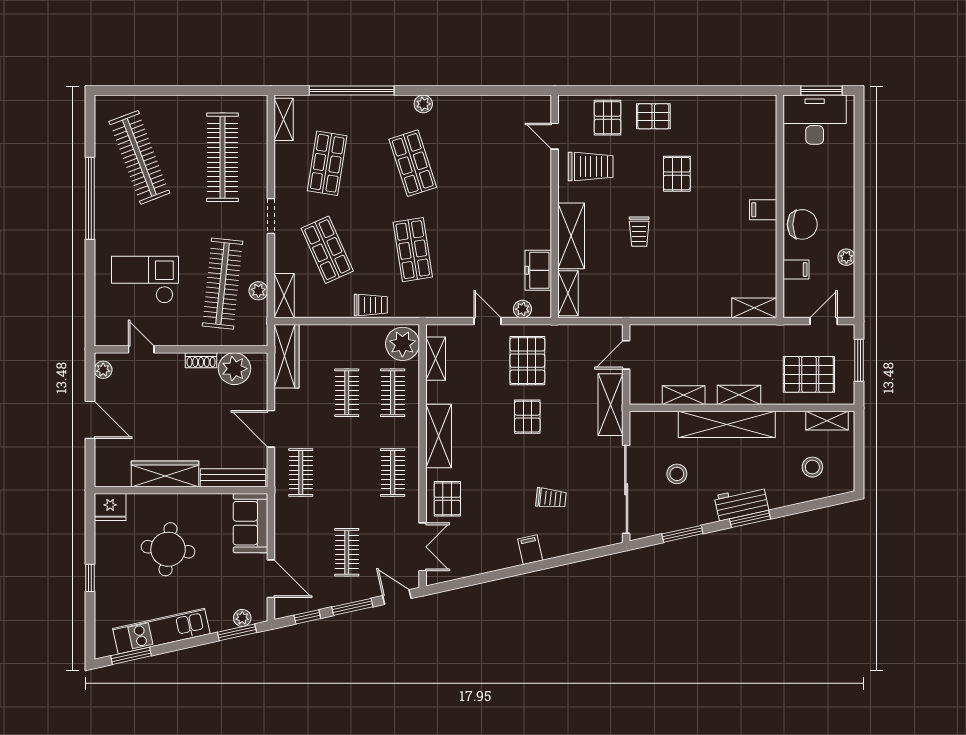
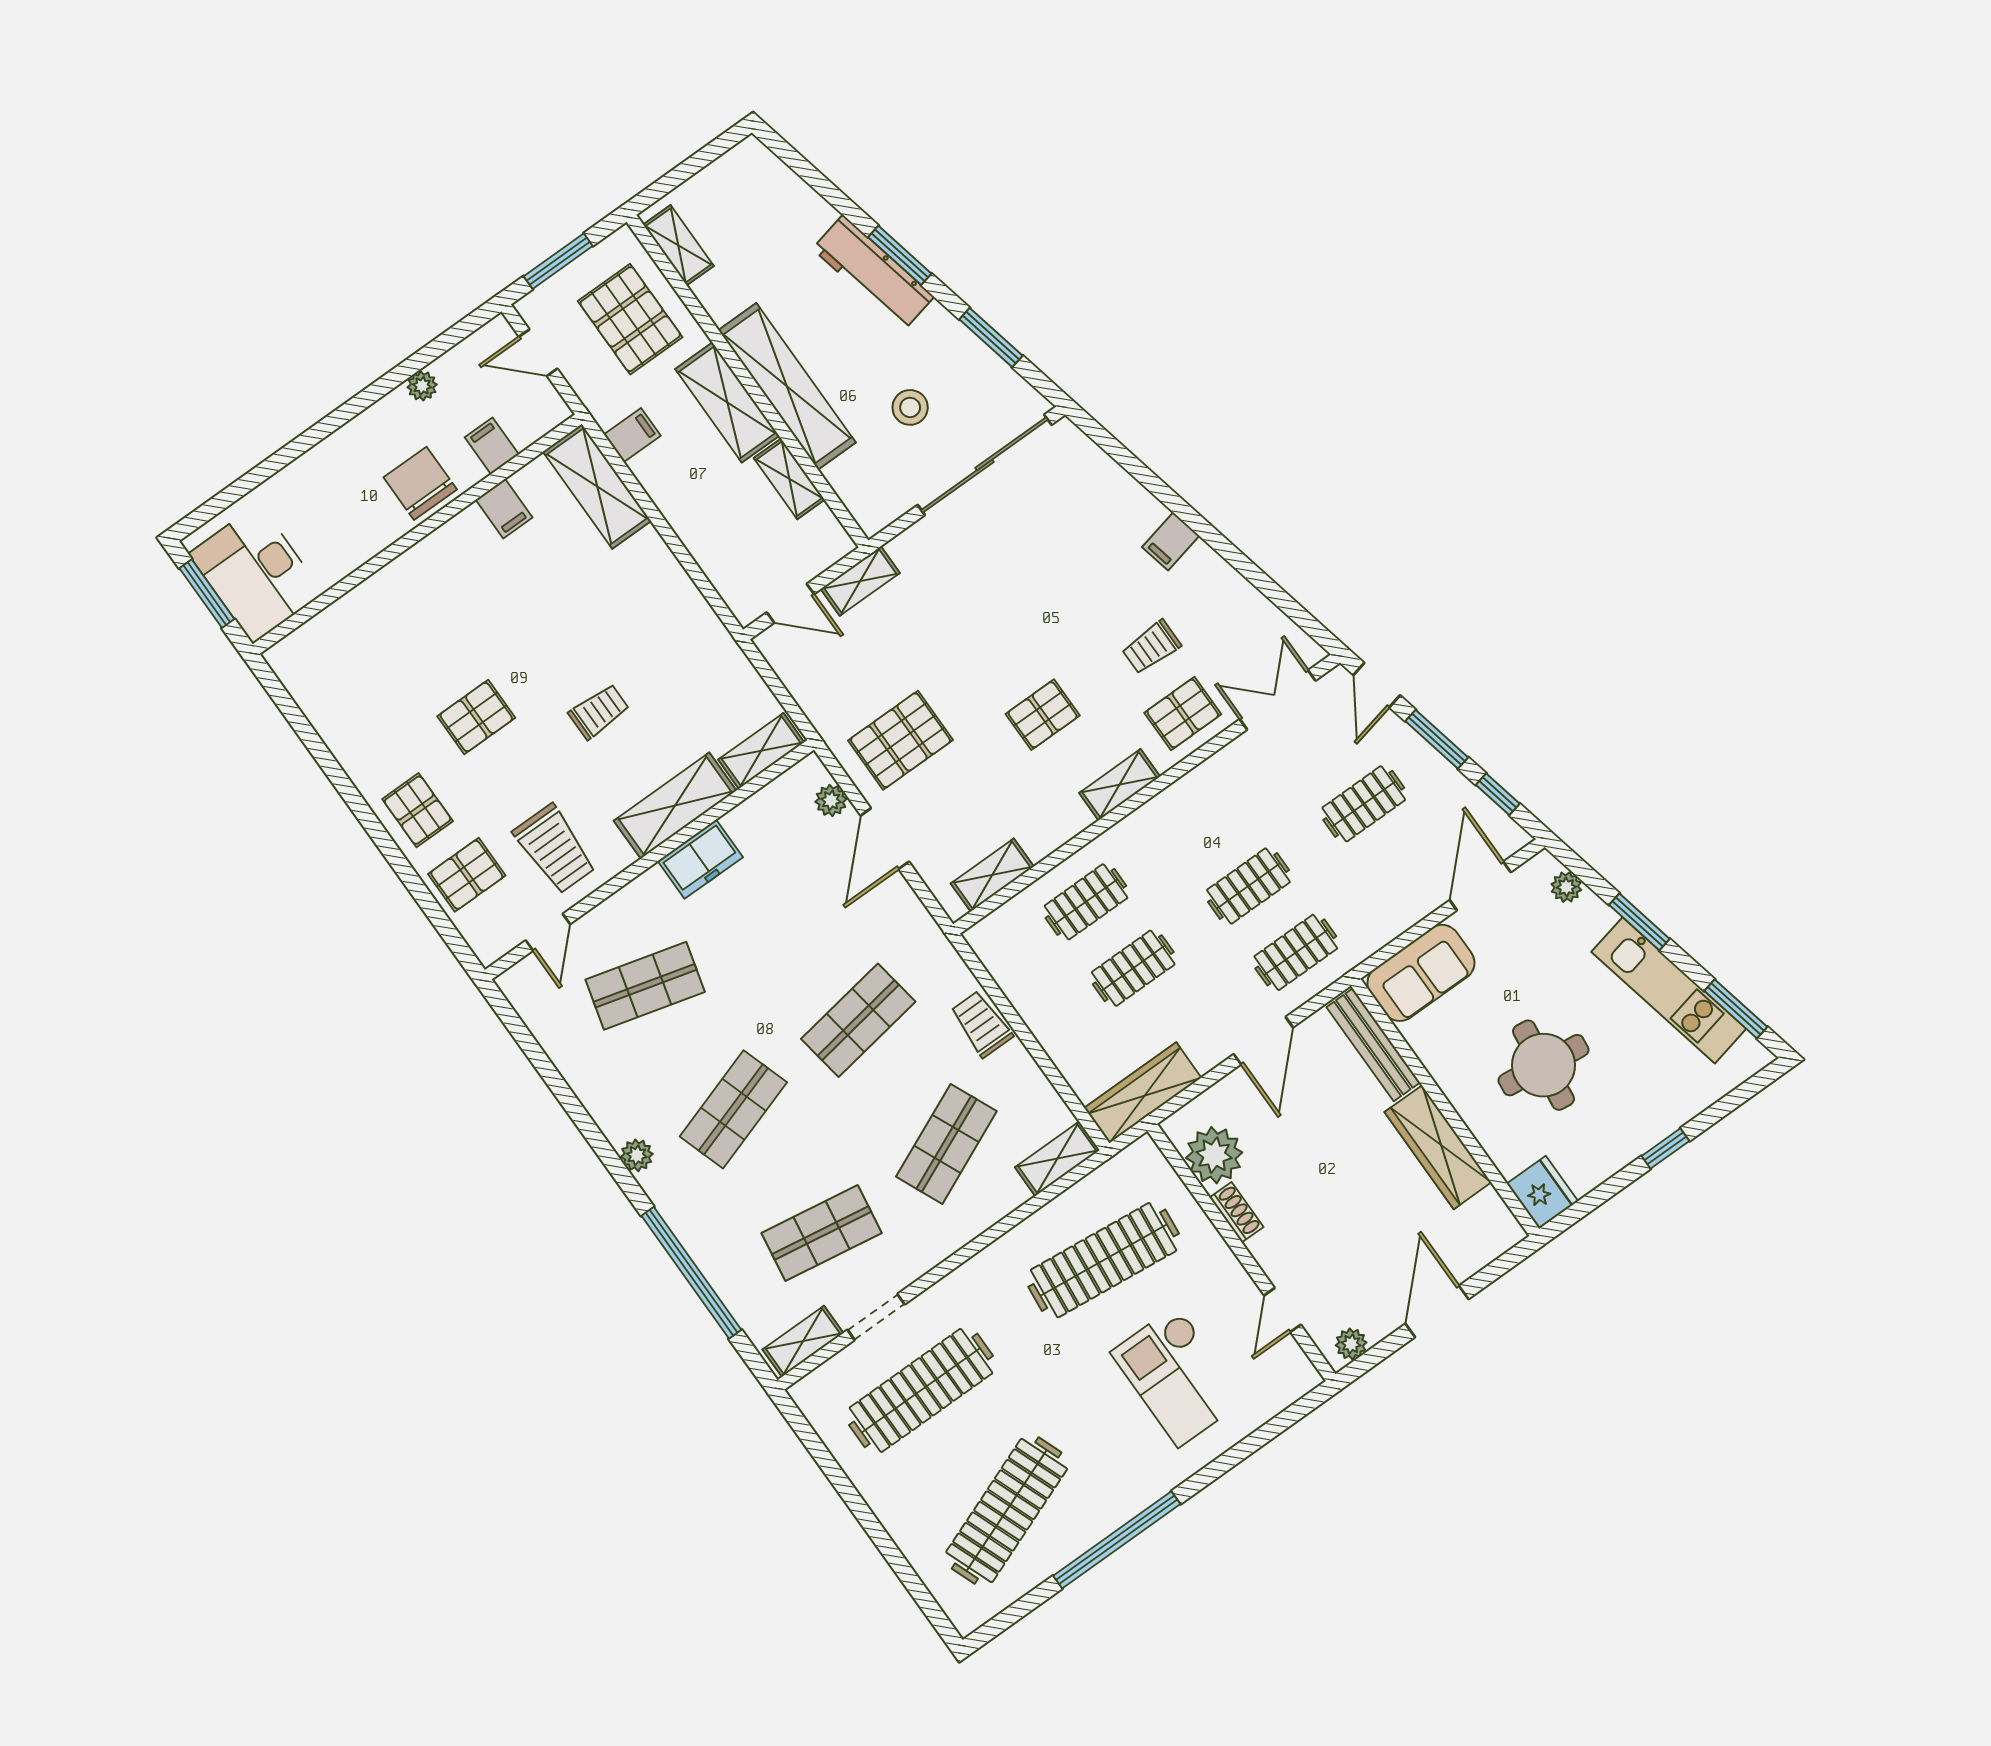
shop shelf: (498, 163) -> (645, 986), added
trolley: (591, 167) -> (555, 849), turned 180
filing cabinet: (763, 210) -> (504, 509), moved
doorway: (271, 216) -> (876, 1317), moved
freezer: (538, 270) -> (700, 859), moved
plant: (258, 291) -> (1077, 1201), removed
shelving: (754, 308) -> (597, 486), width x1.50, depth x1.33
door: (487, 321) -> (885, 839), width x1.38
filing cabinet: (755, 337) -> (632, 435), added
plant: (402, 344) -> (1005, 938), removed
shelving: (739, 395) -> (727, 402), width x1.50, depth x1.33
shelving: (610, 405) -> (860, 581), width x0.67, depth x0.75
pallet: (527, 417) -> (1043, 715), moved
shelving: (439, 436) -> (1120, 785), width x0.67, depth x0.75
stool: (812, 467) -> (760, 219), removed
clothes rail: (393, 473) -> (1248, 886), moved
trolley: (551, 498) -> (1151, 647), moved, turned -96
workbench: (741, 503) -> (873, 273), width x1.38
window: (237, 632) -> (1639, 922), moved

